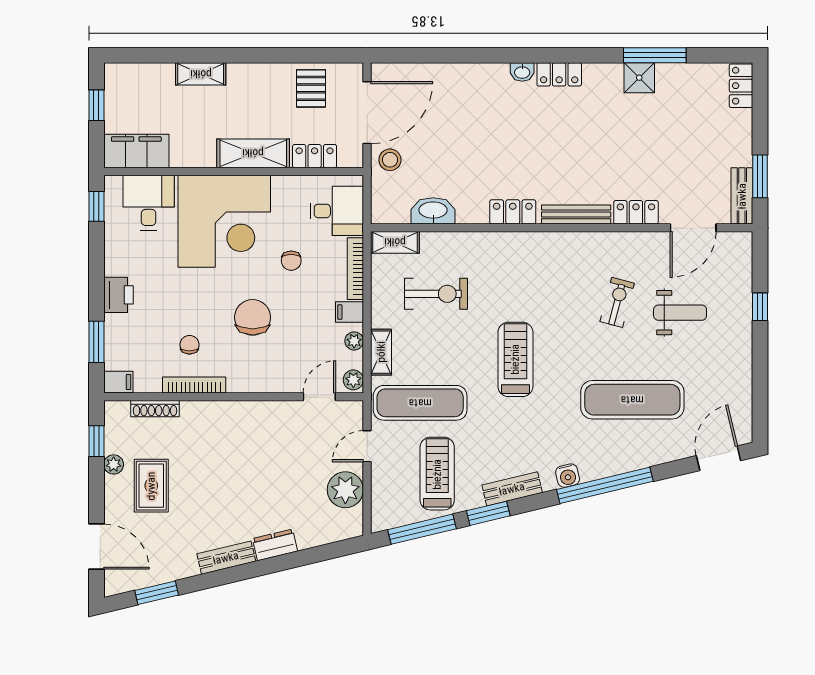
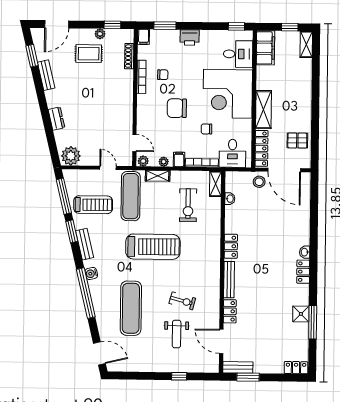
shelving: (201, 74) -> (306, 44), moved
locker: (315, 156) -> (261, 148), width x1.53
washbasin: (433, 211) -> (230, 199), width x0.52, depth x0.69
chair: (253, 317) -> (177, 108), turned 180
treadmill: (515, 359) -> (153, 247), width x1.37, depth x1.38
plant: (345, 490) -> (71, 156), moved
bench: (226, 558) -> (46, 75), moved

